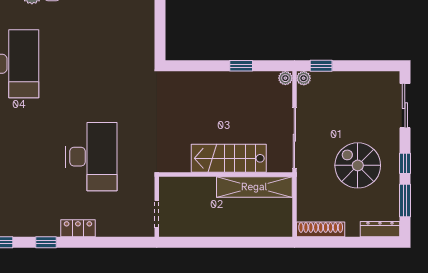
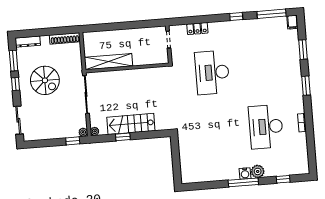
stairs: (229, 158) -> (131, 124), moved, turned 180
locker: (78, 228) -> (197, 29), moved

